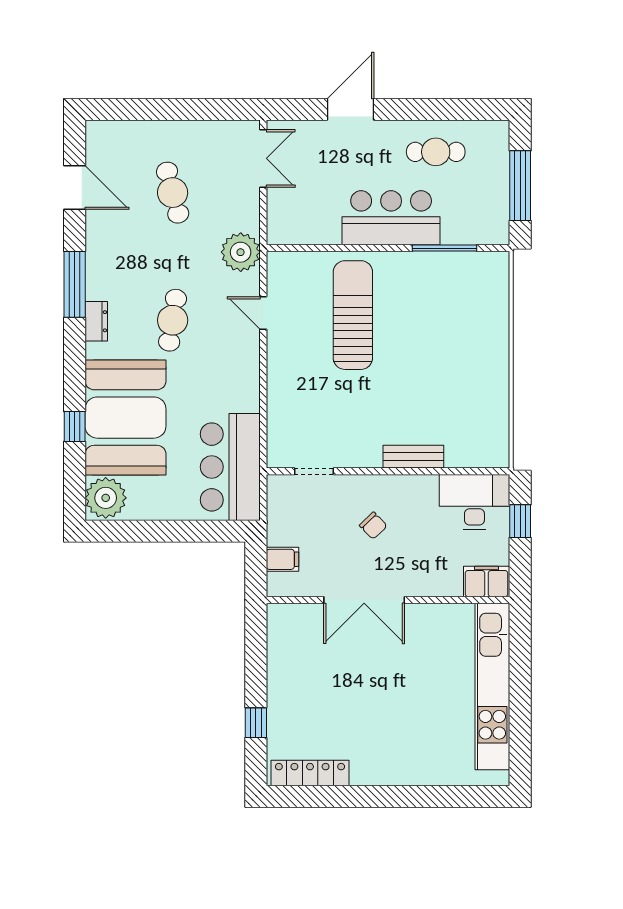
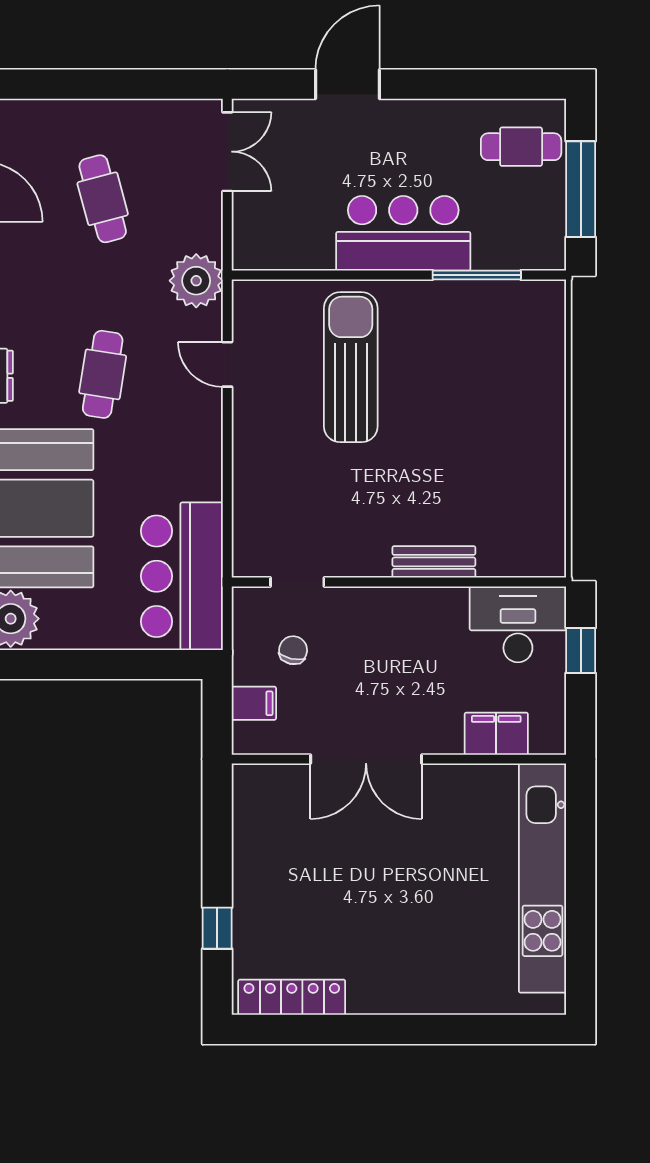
cafe table: (436, 152) -> (521, 147), moved
chair: (373, 526) -> (293, 650), moved, turned -124
filing cabinet: (487, 581) -> (496, 734), moved

